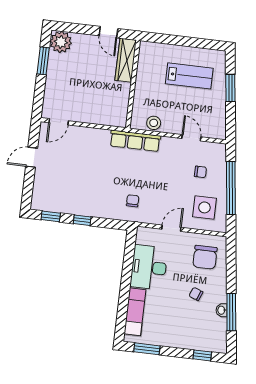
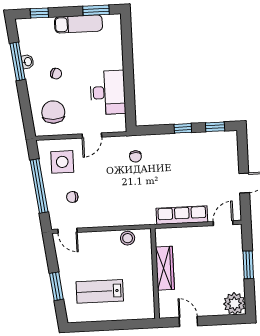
wardrobe: (126, 60) -> (165, 268), moved
window: (43, 61) -> (248, 265), moved
door: (191, 138) -> (67, 231), moved
row of seats: (135, 141) -> (182, 215), moved
exam couch: (135, 312) -> (78, 24), moved, turned -90

